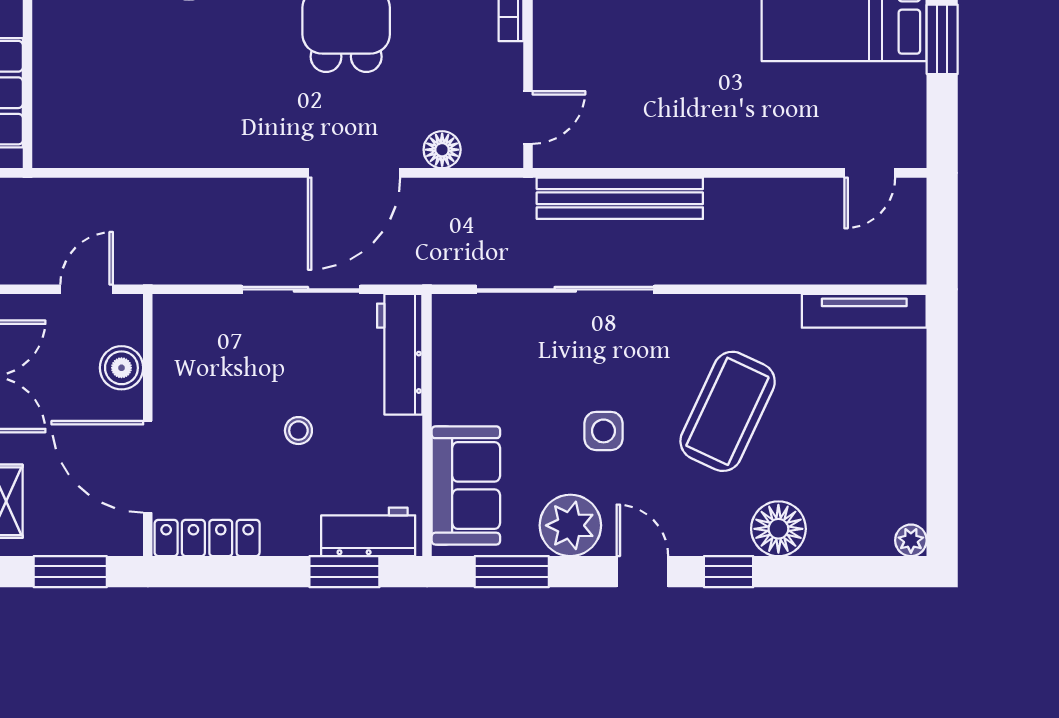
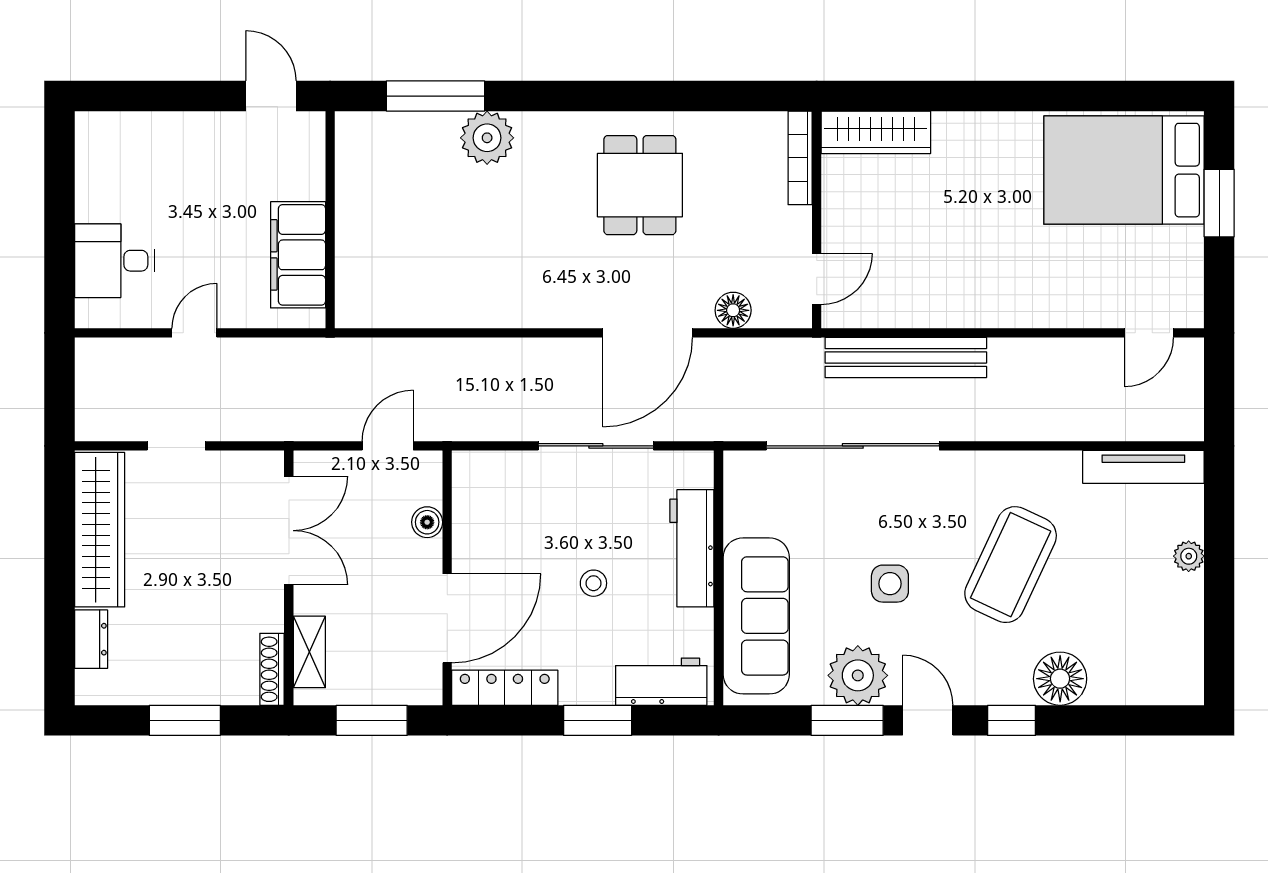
workbench: (400, 354) -> (692, 548), moved
boiler: (121, 368) -> (427, 522), width x0.73, depth x0.73
door: (148, 467) -> (447, 618), swing flipped
sofa: (466, 485) -> (756, 616), width x1.36
plant: (911, 540) -> (1189, 556), moved
window: (344, 572) -> (598, 720), moved
window: (512, 572) -> (847, 720), moved

